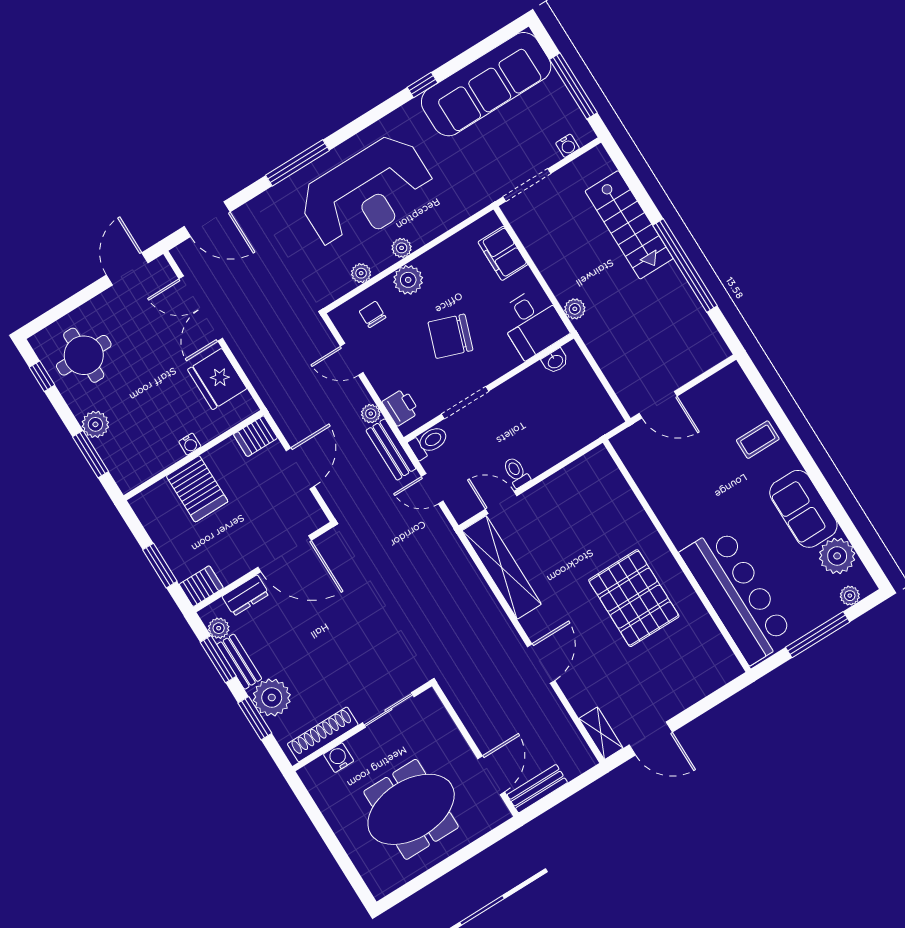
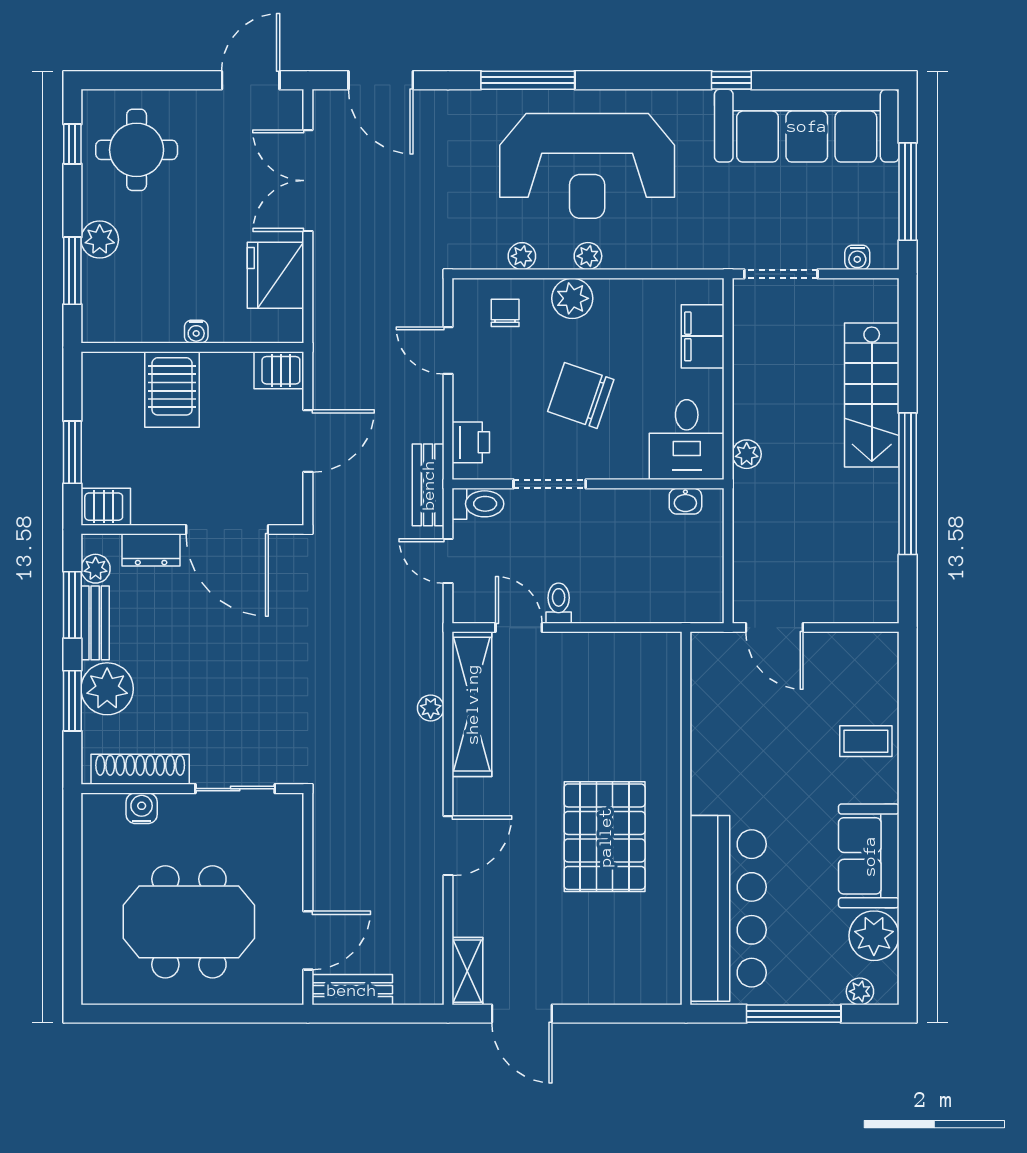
plant: (371, 414) -> (431, 708), moved

